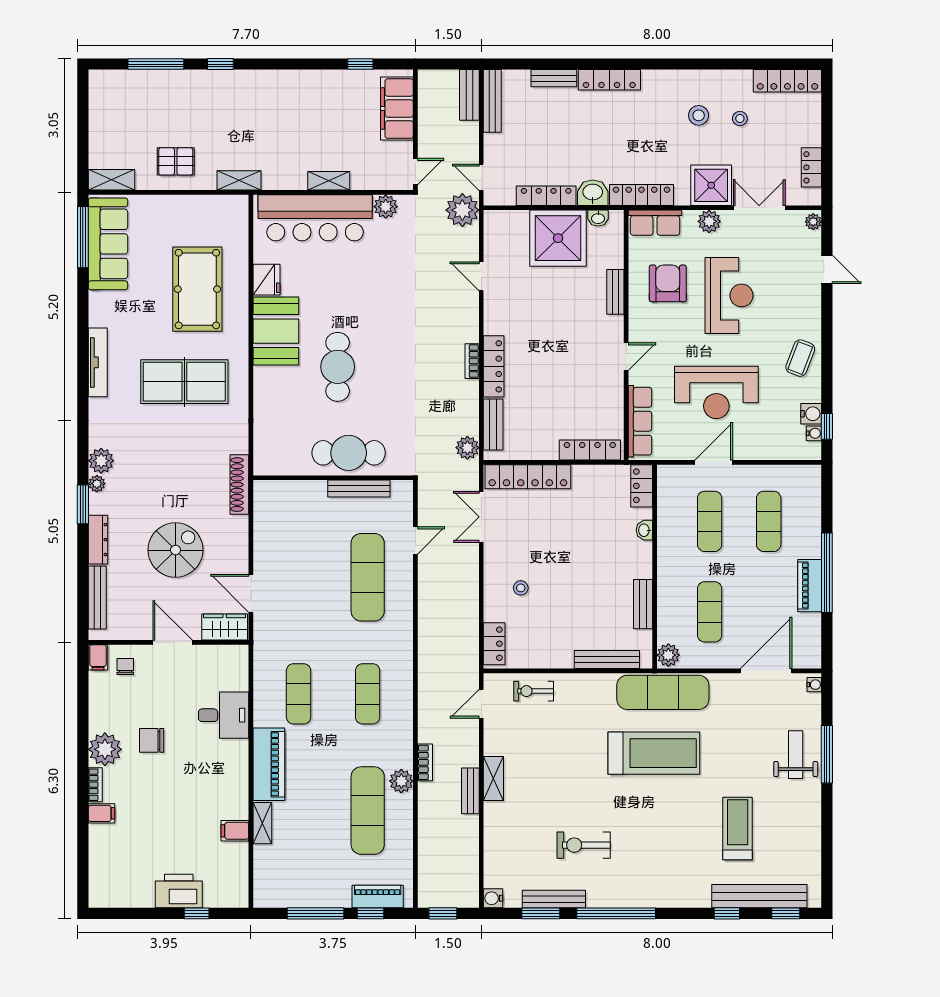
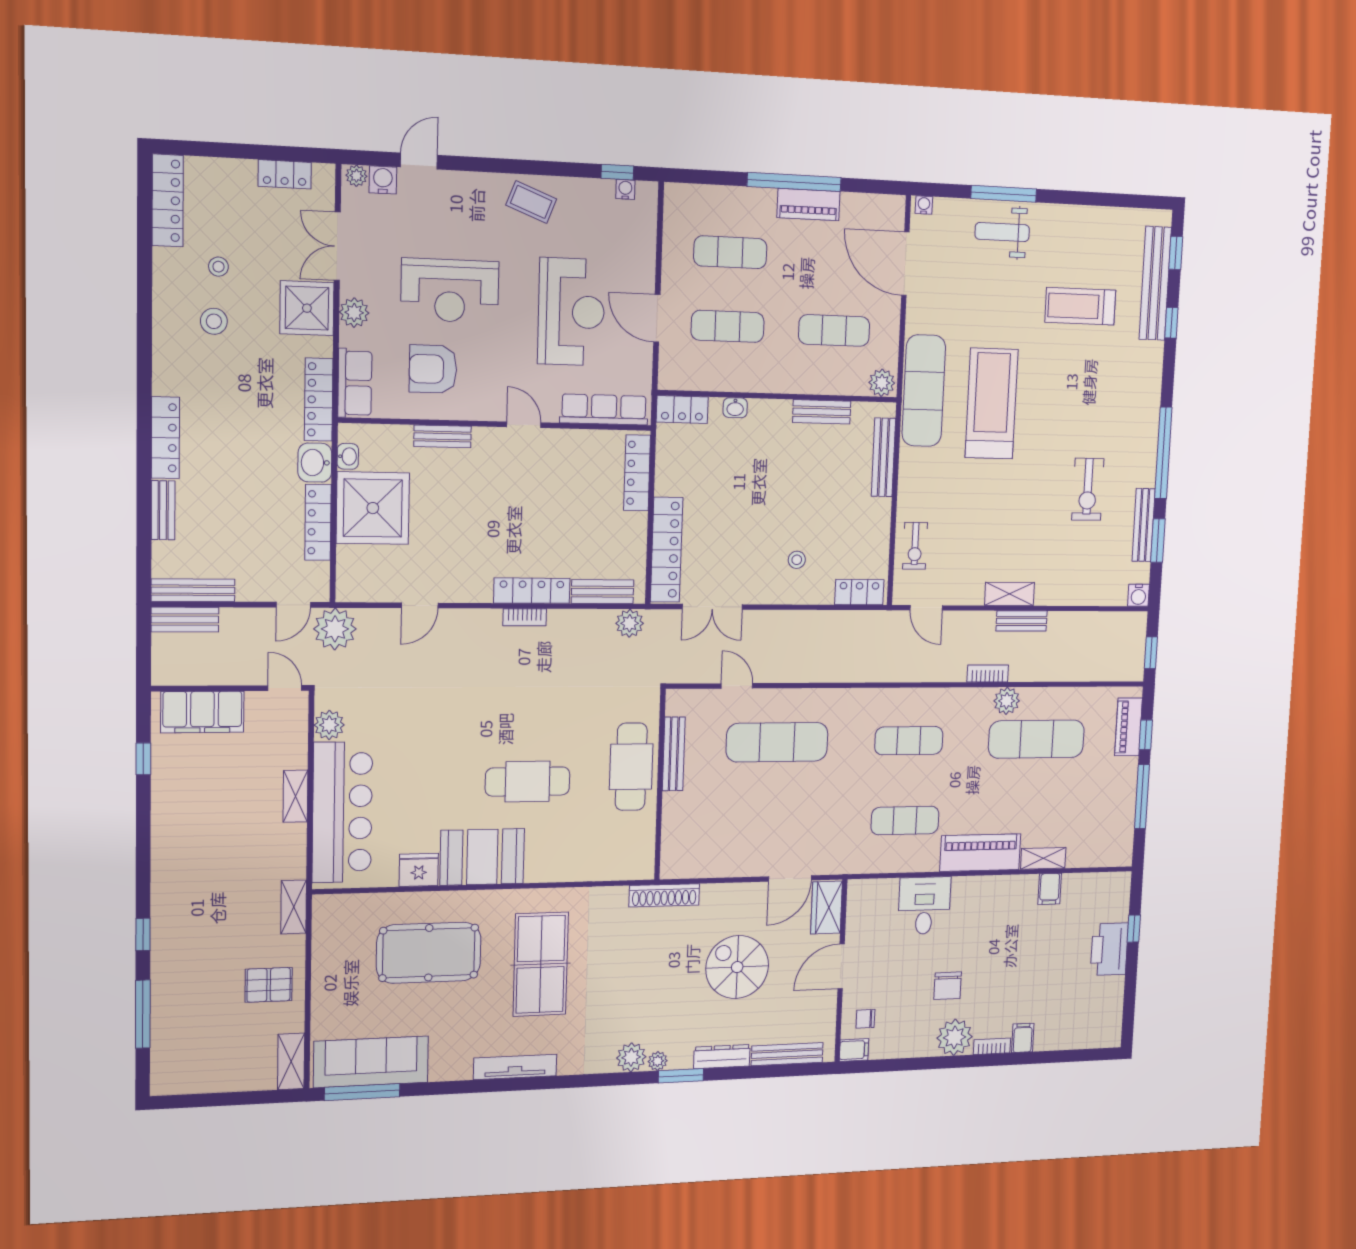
pallet: (176, 161) -> (269, 985), turned 90
reception desk: (729, 295) -> (450, 291), turned 180
water cooler: (811, 414) -> (383, 180), moved

